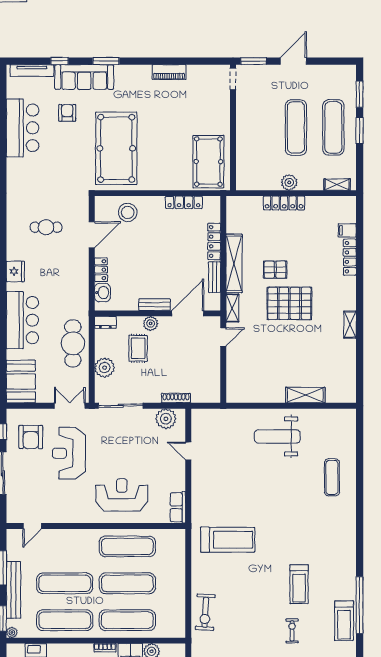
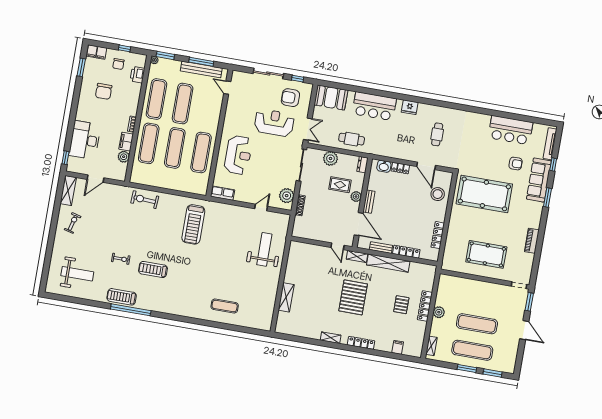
pool table: (208, 162) -> (486, 254), moved
locker: (350, 257) -> (361, 343), moved
pallet: (275, 270) -> (401, 305), moved
cafe table: (73, 343) -> (352, 139), width x0.73, depth x0.74
weight bench: (277, 436) -> (264, 249), moved
bench: (14, 590) -> (201, 70), moved

